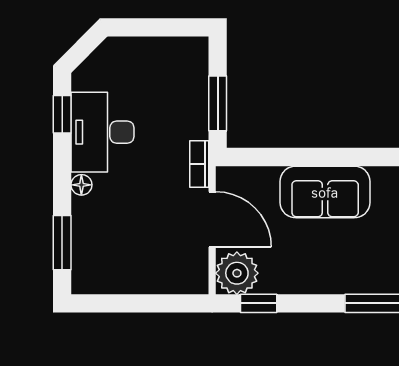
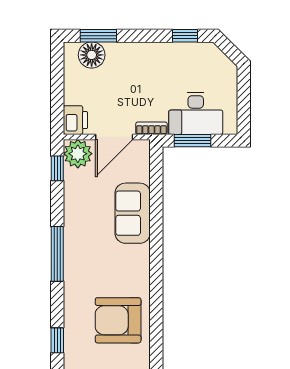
desk: (102, 132) -> (196, 113), moved, turned 180
floor lamp: (81, 185) -> (92, 55), moved, width x1.89, depth x1.89
printer: (187, 277) -> (75, 120), added

